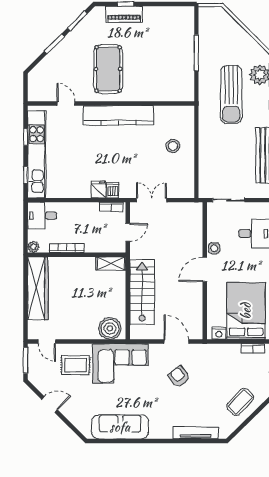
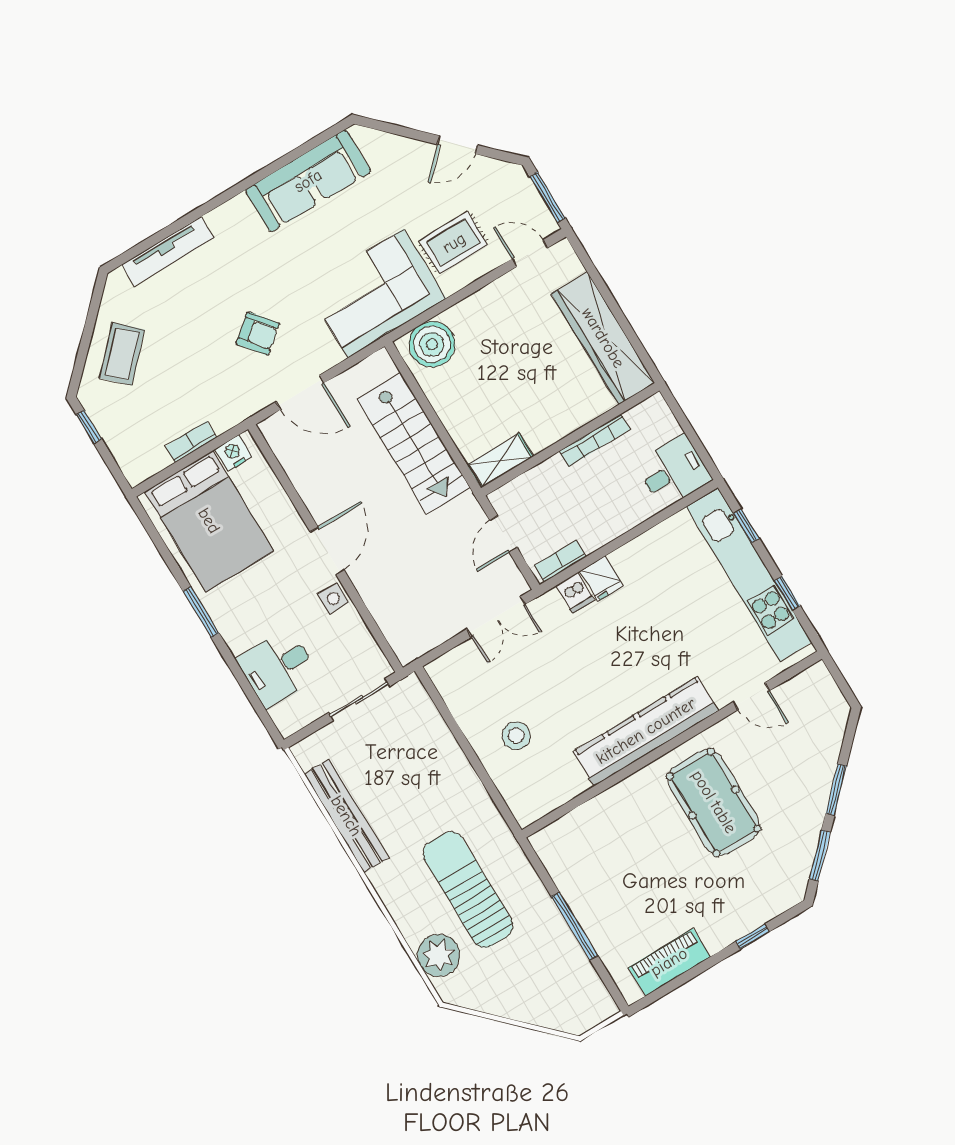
piano: (124, 14) -> (669, 962), moved
plant: (33, 247) -> (655, 407), removed
bookcase: (253, 348) -> (191, 442), moved

